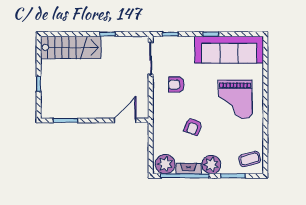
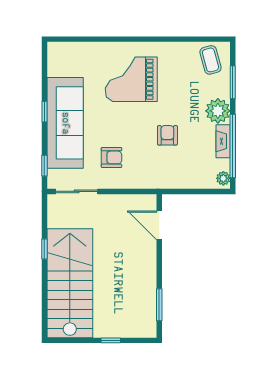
stairs: (71, 47) -> (70, 283), width x1.36, depth x1.51
sofa: (229, 50) -> (65, 123), moved
armchair: (176, 85) -> (111, 157), turned -90
grand piano: (235, 99) -> (131, 79), turned 180
armchair: (193, 127) -> (167, 135), turned -110
plant: (165, 164) -> (223, 178), width x0.53, depth x0.53

